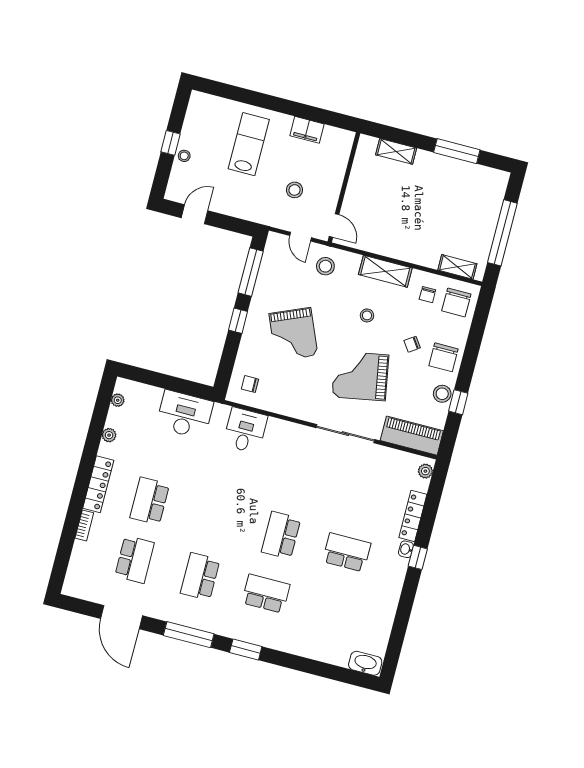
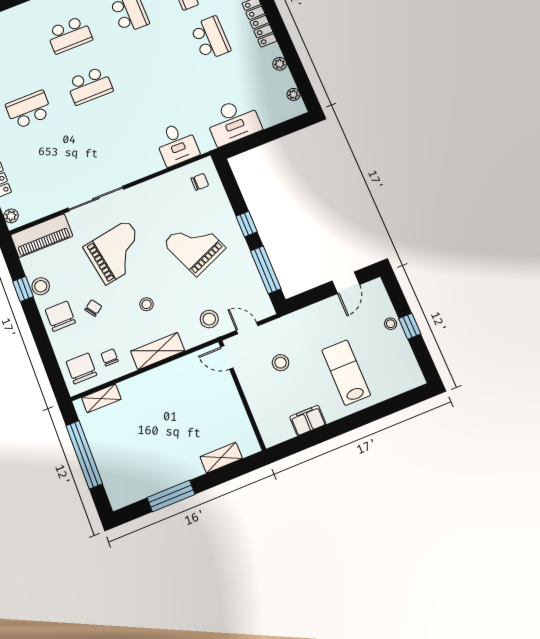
lab bench: (249, 144) -> (346, 373), turned 180
school desk: (281, 535) -> (90, 86), turned 90
school desk: (347, 552) -> (29, 110), turned 180

